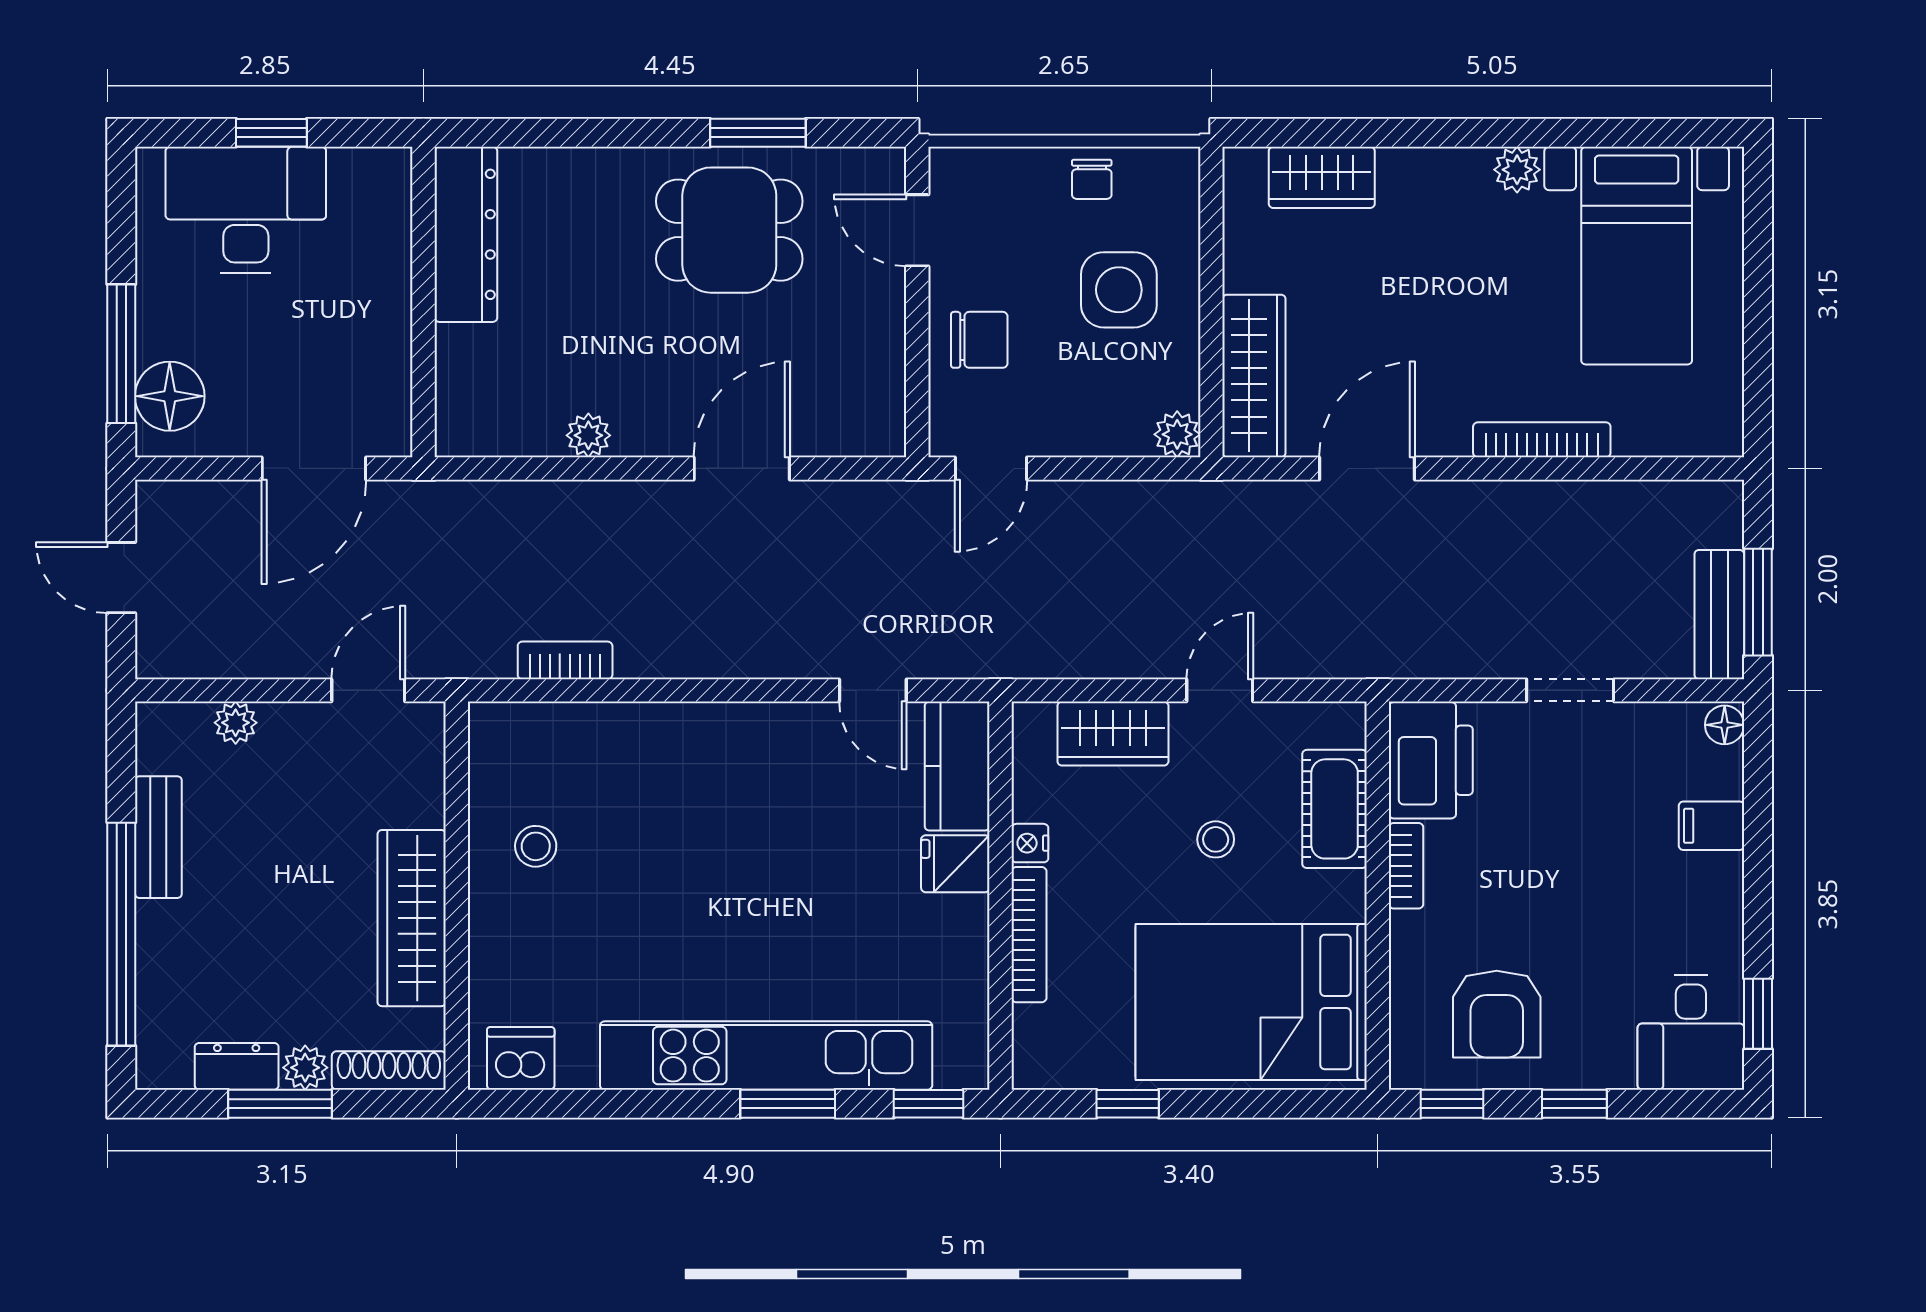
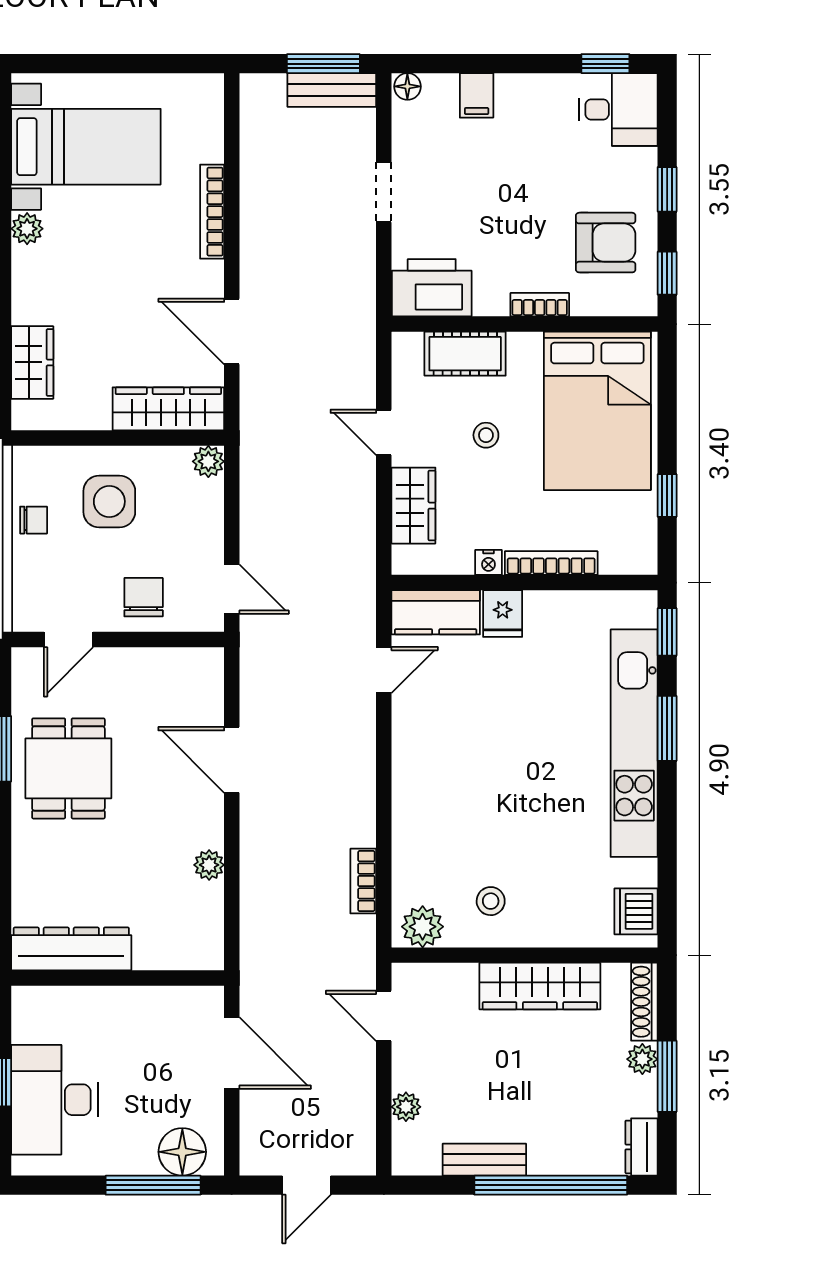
plant: (498, 747) -> (423, 927), added
bookcase: (1406, 866) -> (540, 305), moved
dresser: (237, 1066) -> (641, 1147), moved

